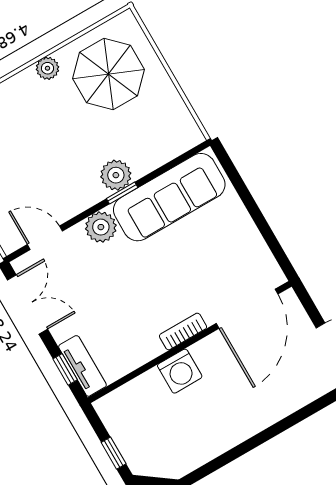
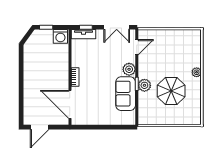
plant: (47, 68) -> (197, 72), moved
parasol: (108, 74) -> (171, 91), moved
sofa: (169, 197) -> (126, 94), width x0.73
washing machine: (180, 371) -> (60, 36), moved, turned -90

